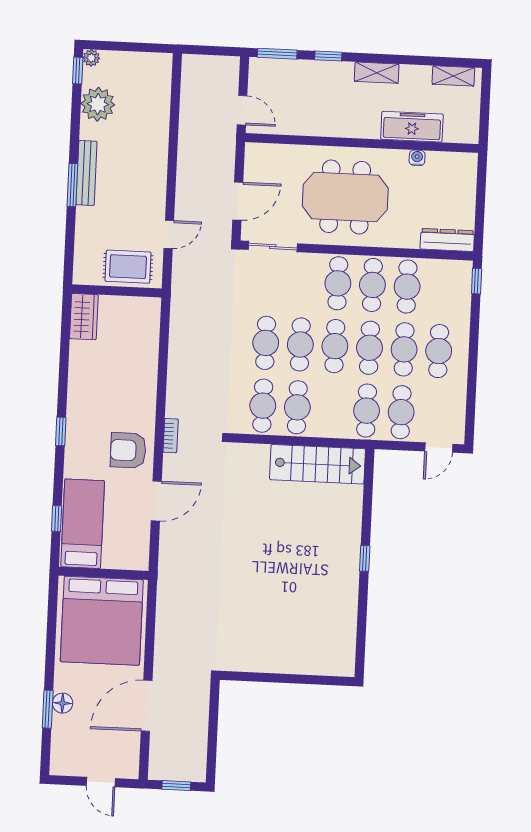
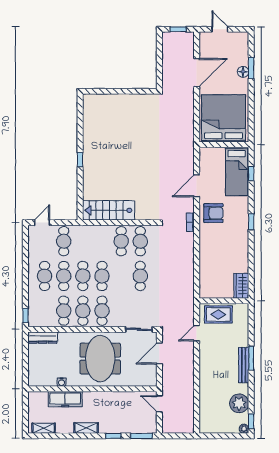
meeting table: (345, 197) -> (100, 359), turned 90
cafe table: (300, 344) -> (121, 276), removed
cafe table: (367, 411) -> (83, 241), removed

